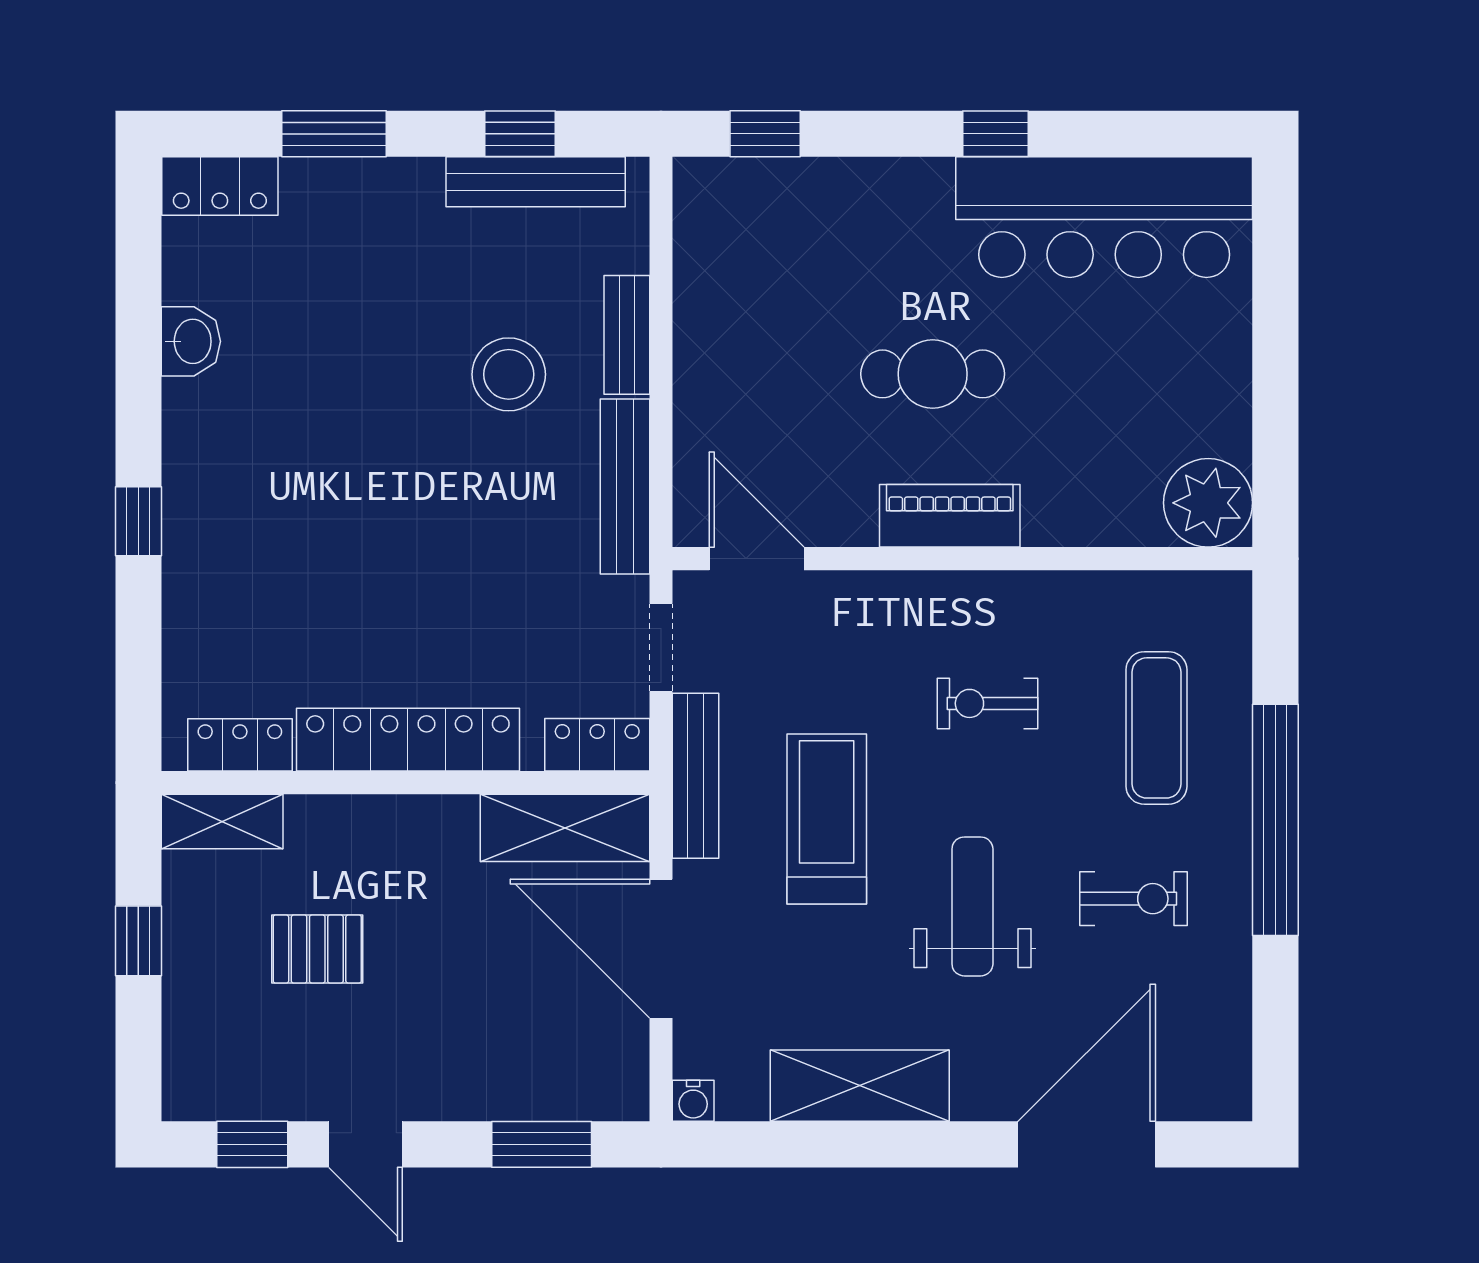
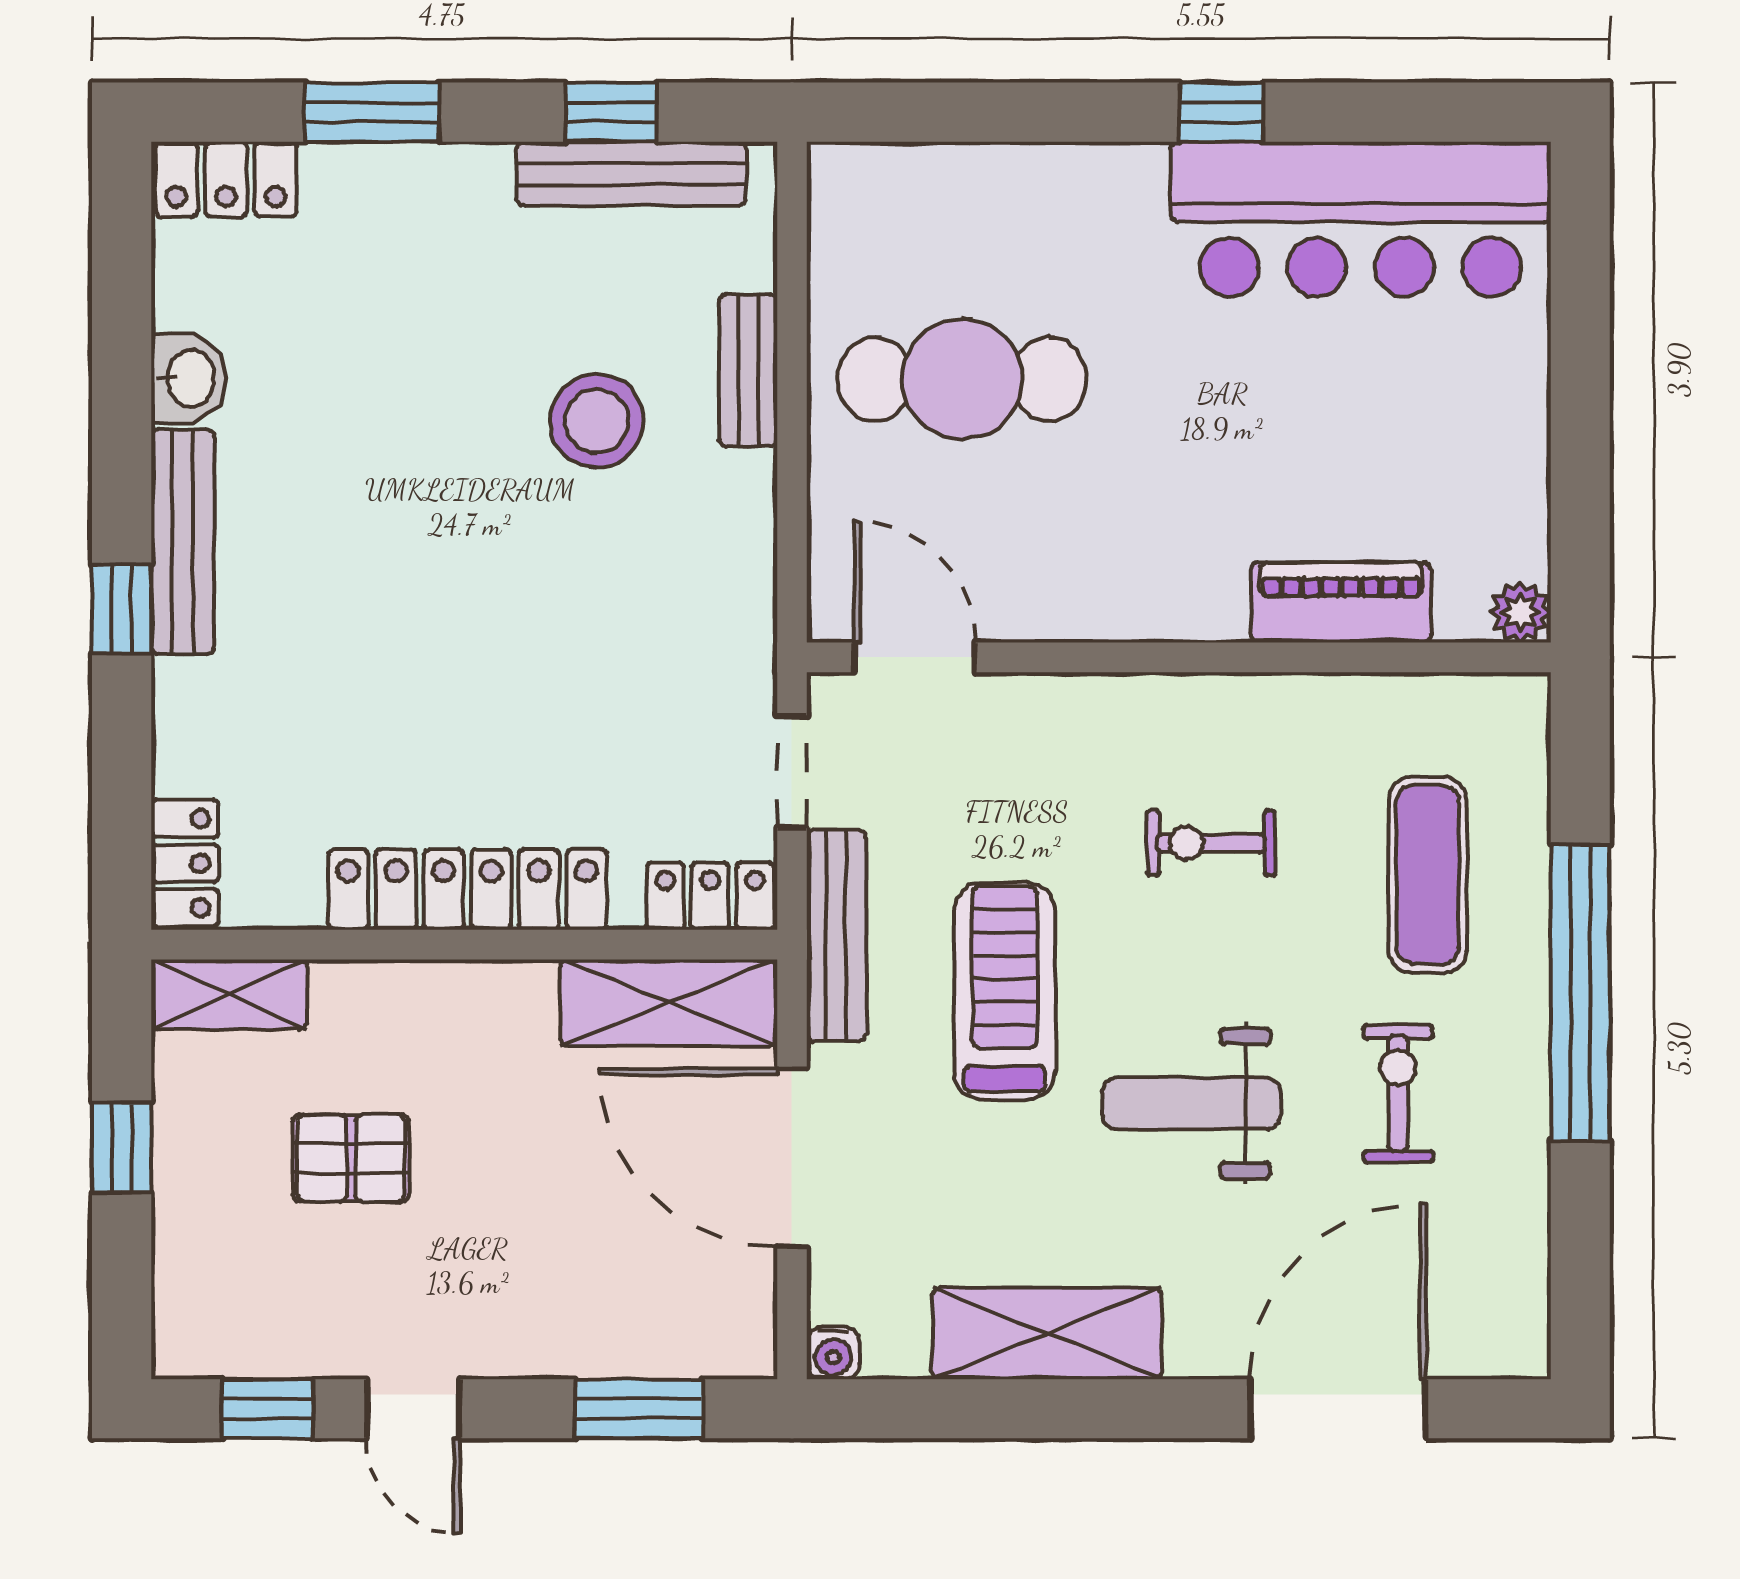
window: (765, 134) -> (925, 112), removed
cafe table: (933, 374) -> (962, 379), moved, width x1.37, depth x1.35
bench: (625, 487) -> (183, 542), moved
plant: (1208, 503) -> (1520, 612), width x0.53, depth x0.53
piano: (950, 516) -> (1341, 602), moved
locker: (240, 745) -> (185, 863), moved, turned 90
exercise bike: (1134, 899) -> (1398, 1094), turned -90
weight bench: (972, 906) -> (1192, 1104), turned -90

